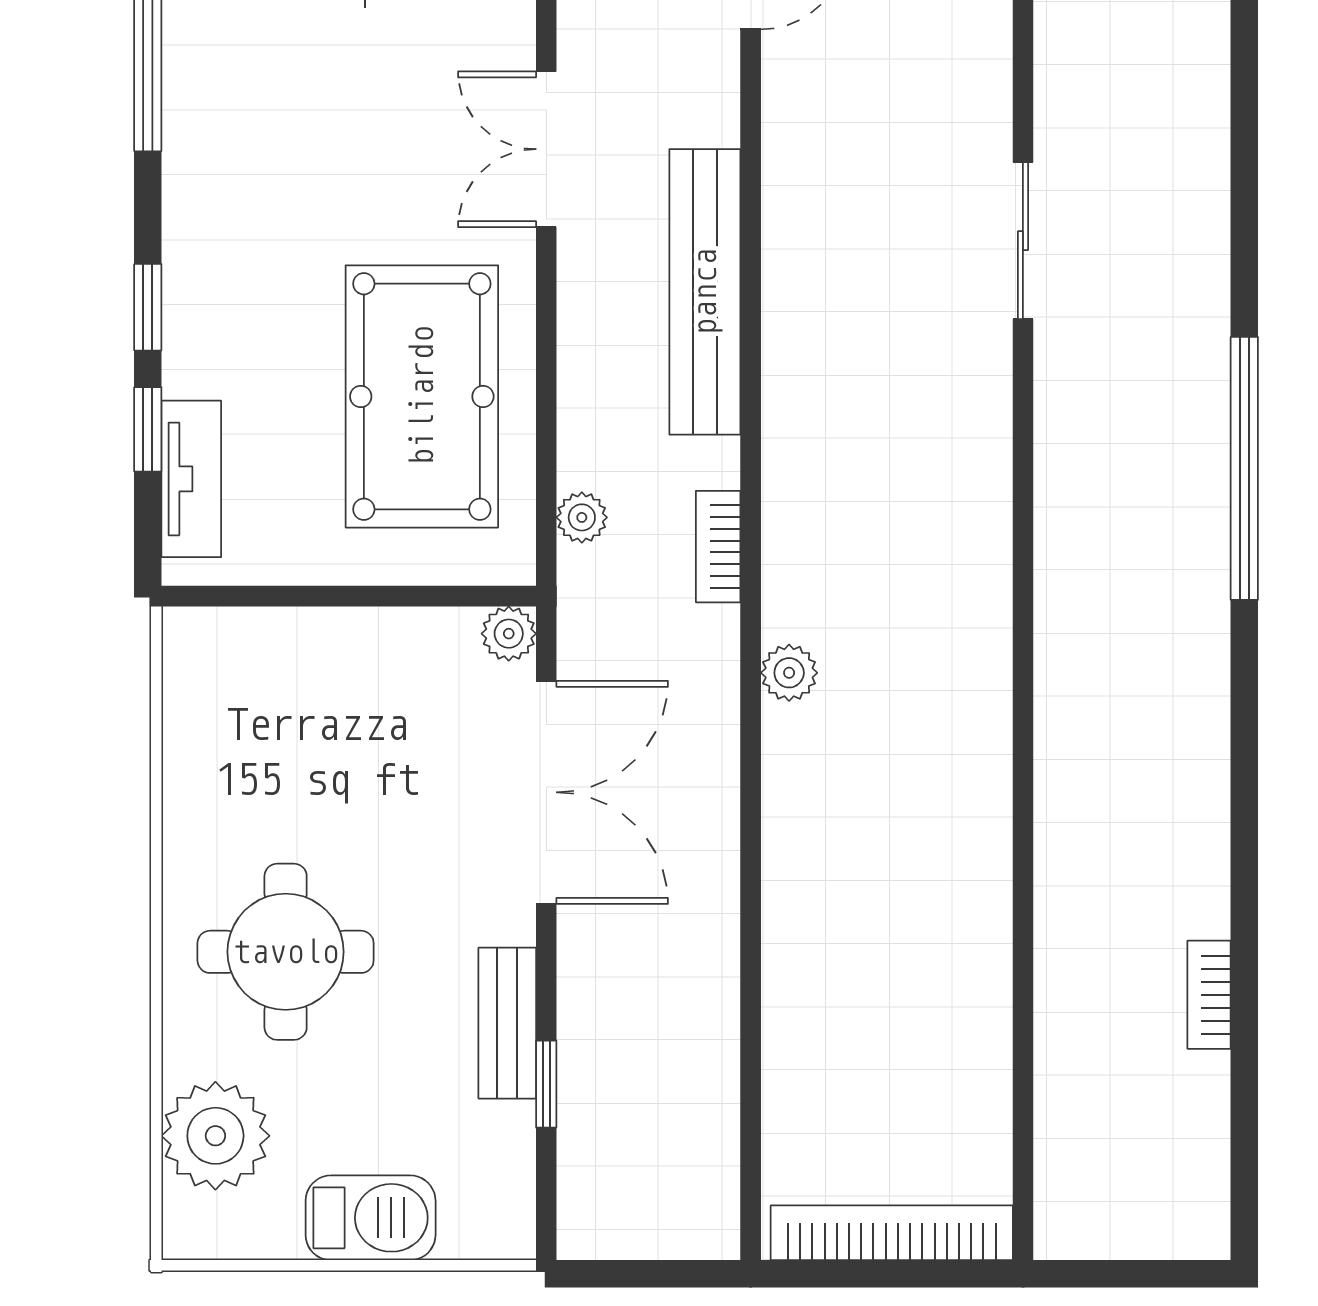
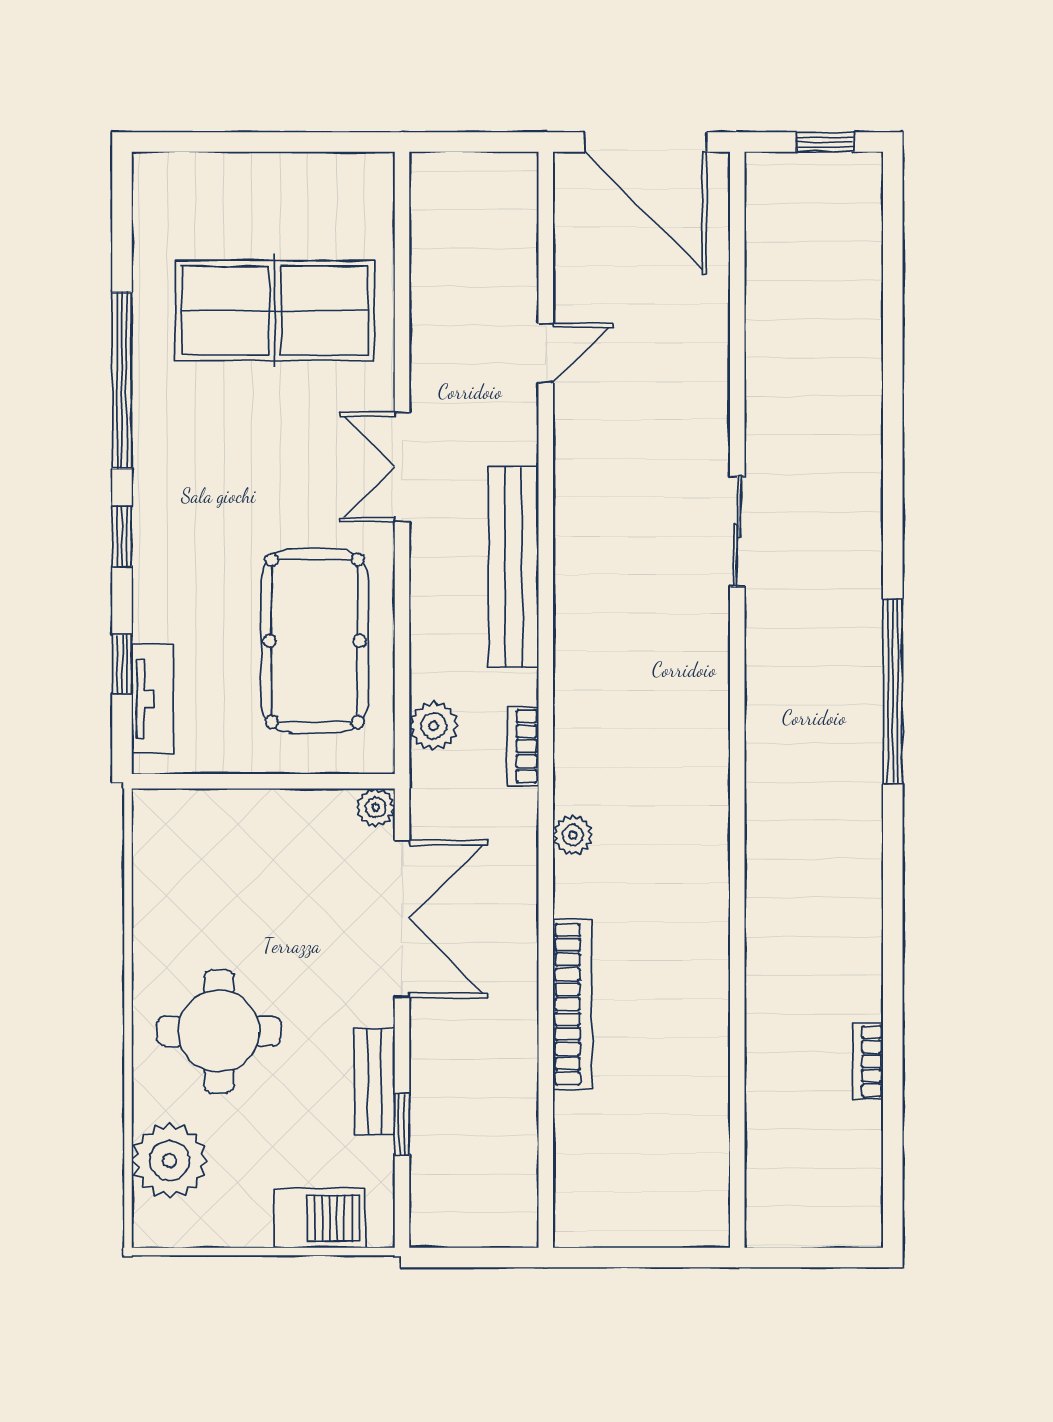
window: (148, 307) -> (122, 537), moved
plant: (582, 517) -> (434, 726), width x1.38, depth x1.38
barbecue: (371, 1218) -> (320, 1218), moved
bookcase: (892, 1233) -> (572, 1004), moved, turned 90

